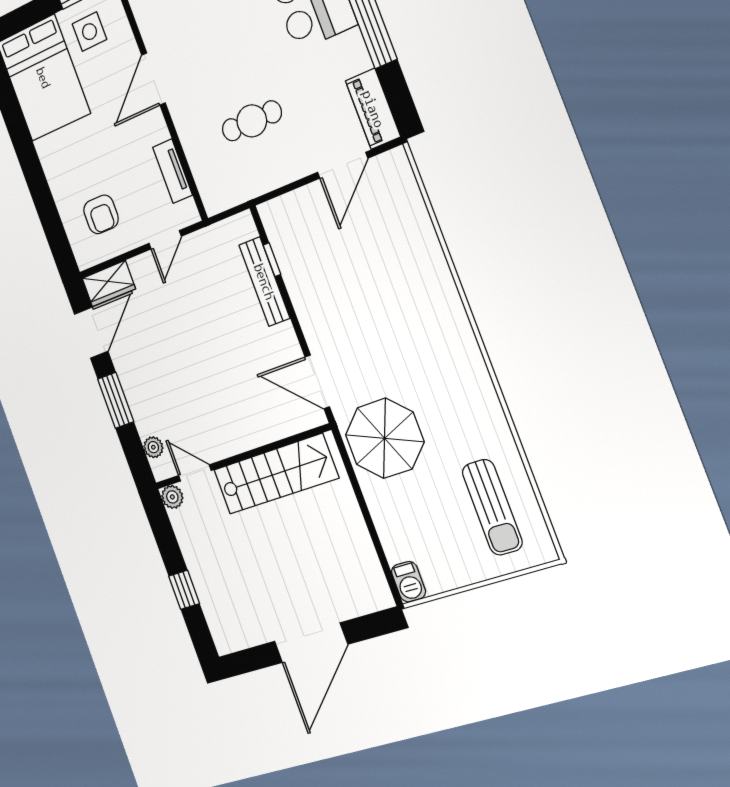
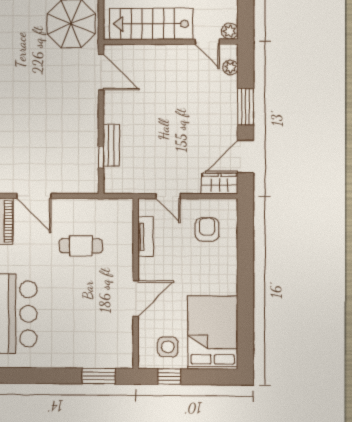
door: (343, 165) -> (34, 196), swing flipped
door: (165, 240) -> (168, 196), swing flipped
bench: (264, 282) -> (111, 145), width x0.73

